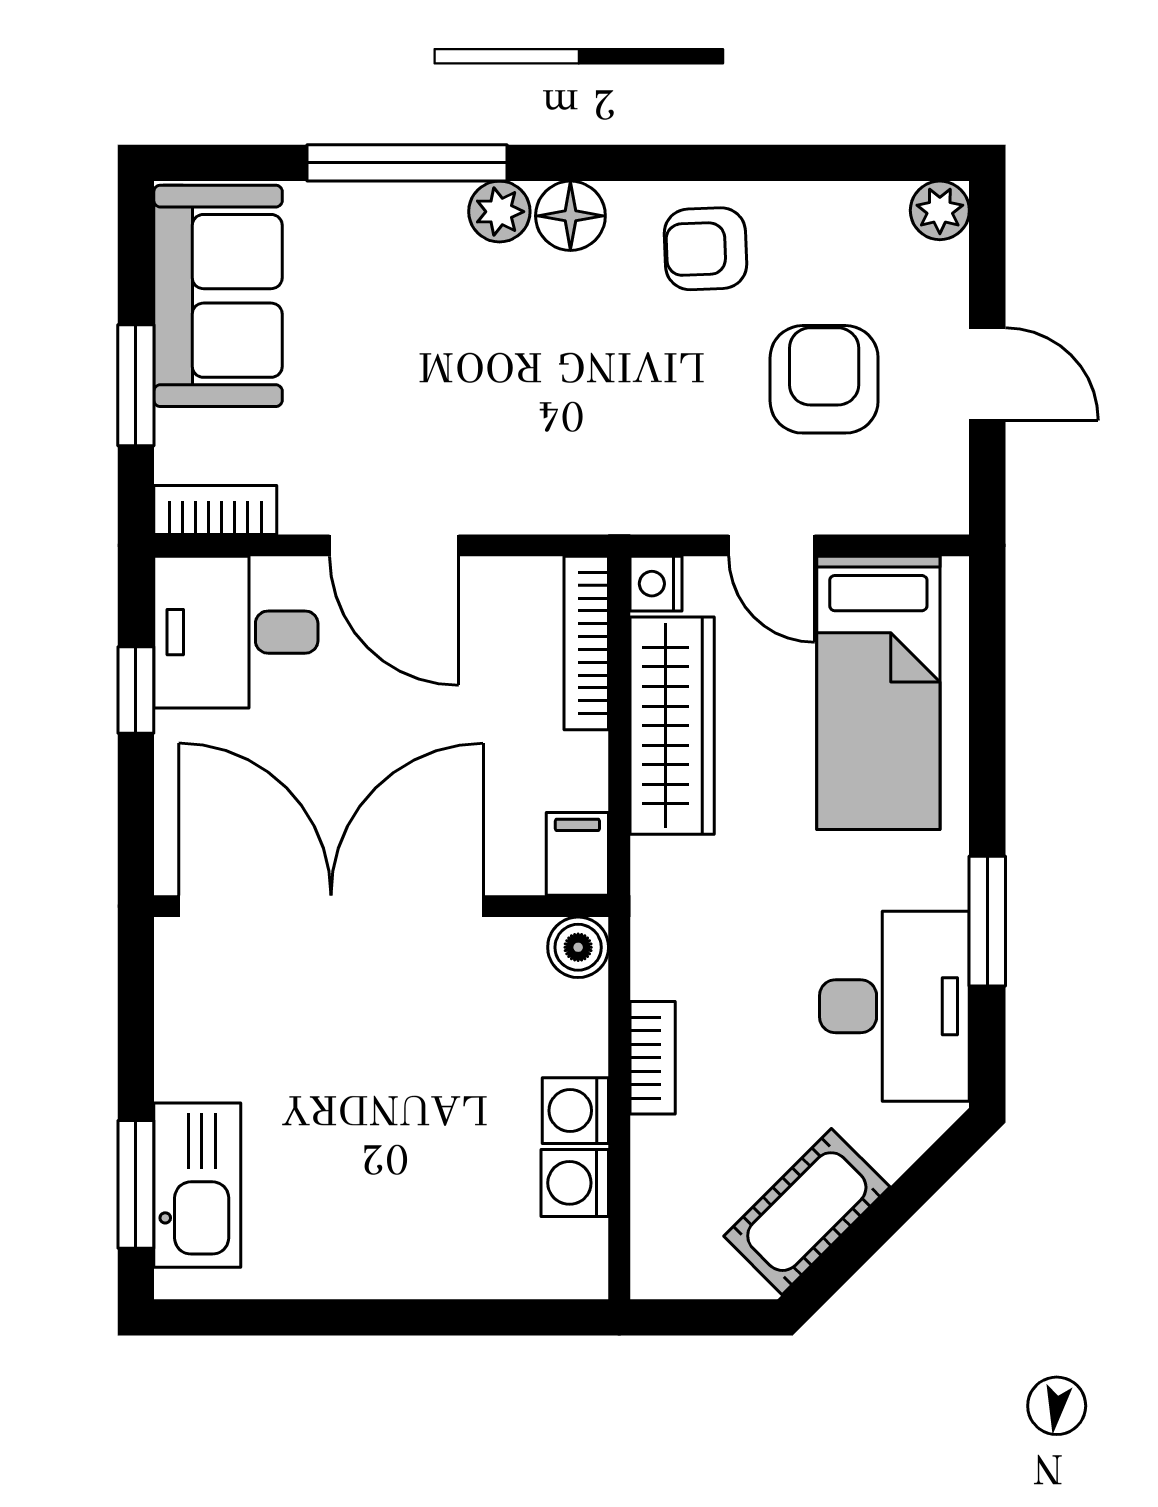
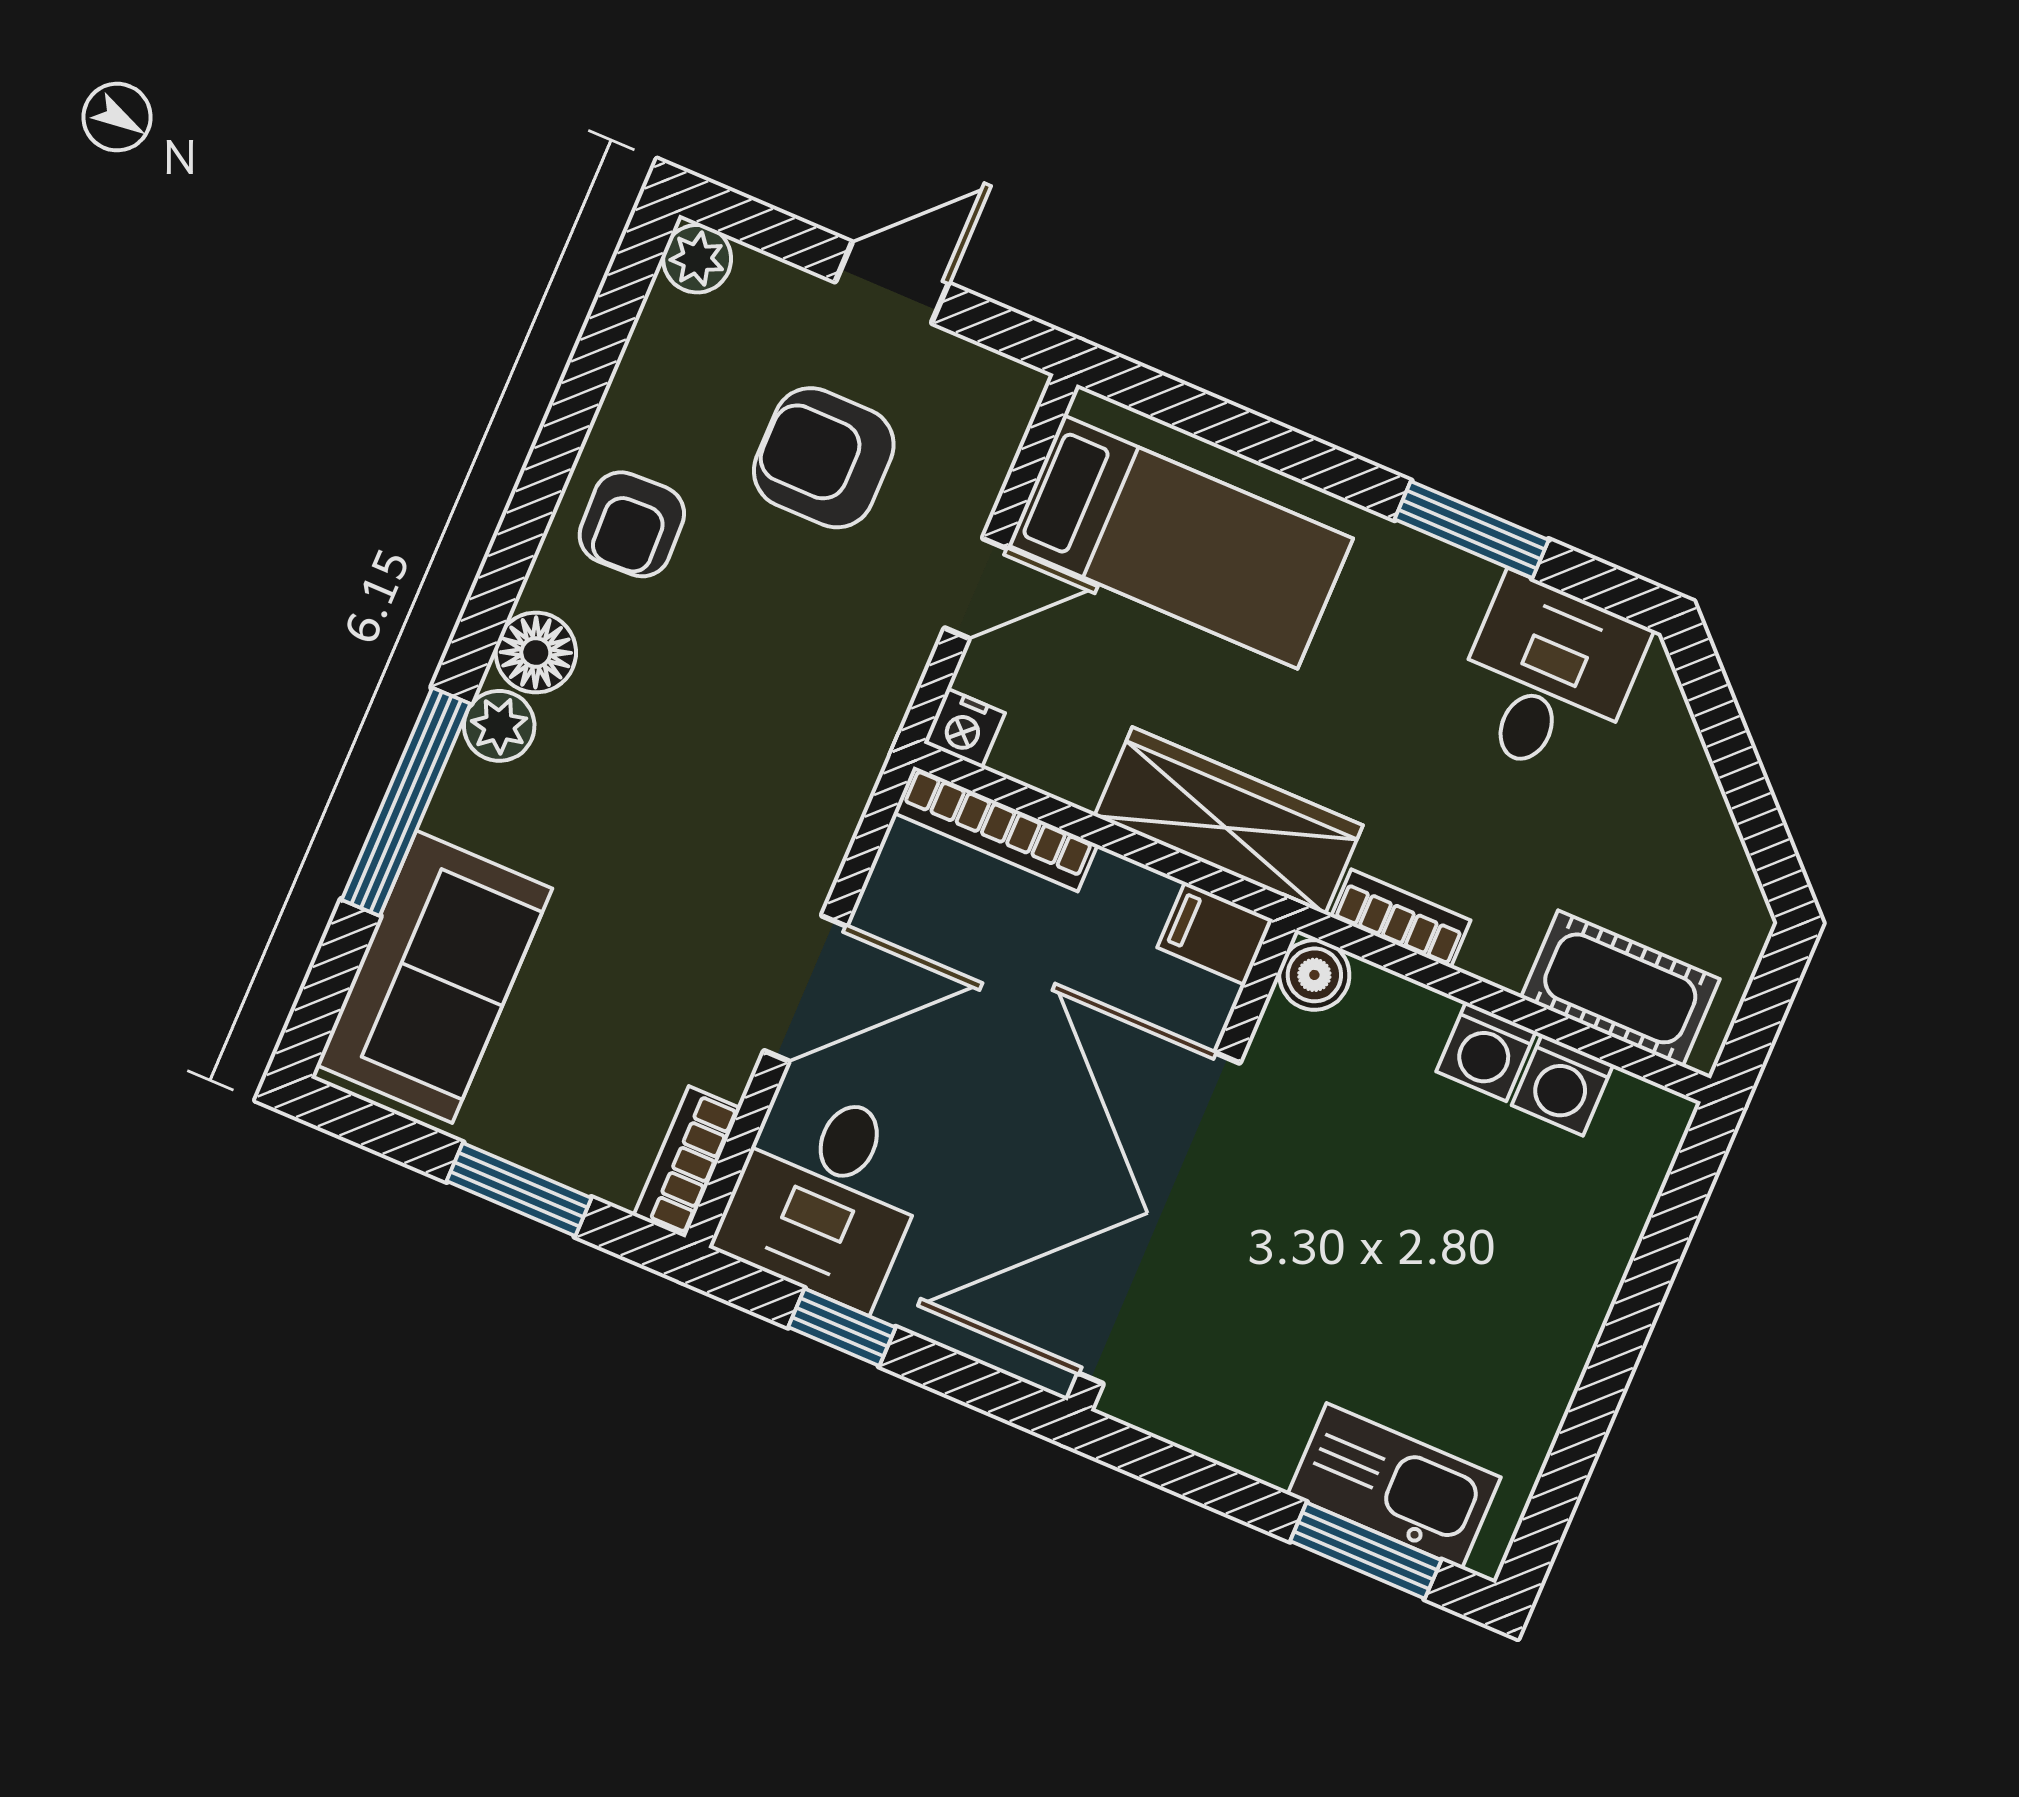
sofa: (218, 296) -> (434, 977), moved, turned 90
wardrobe: (672, 726) -> (1229, 821), moved
desk: (894, 1006) -> (1547, 678), width x0.73
bookcase: (653, 1058) -> (1401, 918), moved
cot: (807, 1212) -> (1620, 988), moved, turned -45

